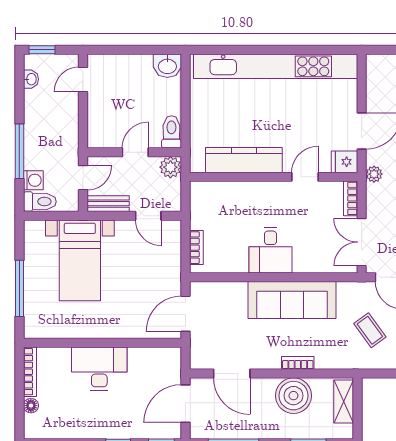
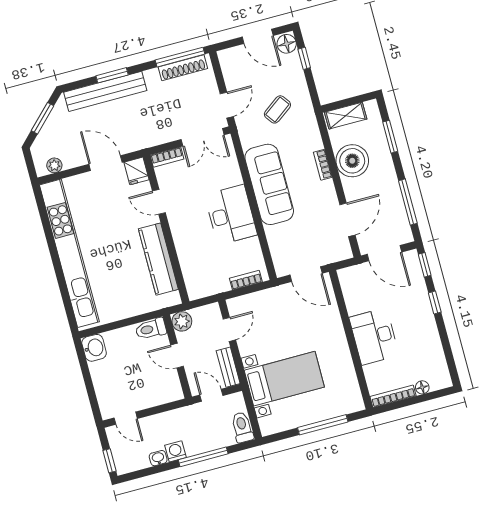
washbasin: (31, 79) -> (158, 458), moved
plant: (374, 174) -> (54, 165), moved
washing machine: (33, 180) -> (176, 451), moved
desk: (270, 250) -> (231, 215), width x1.37

